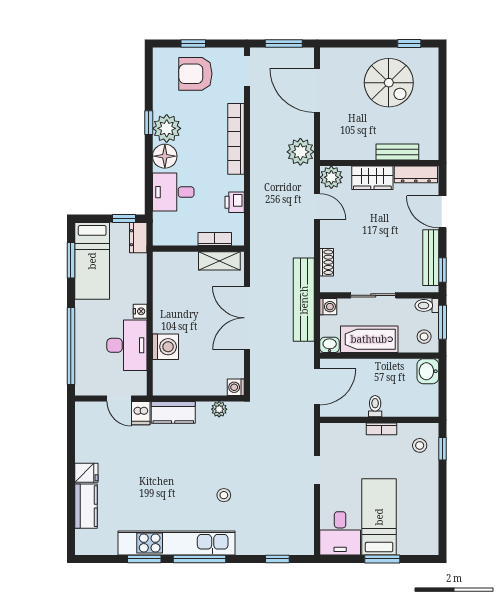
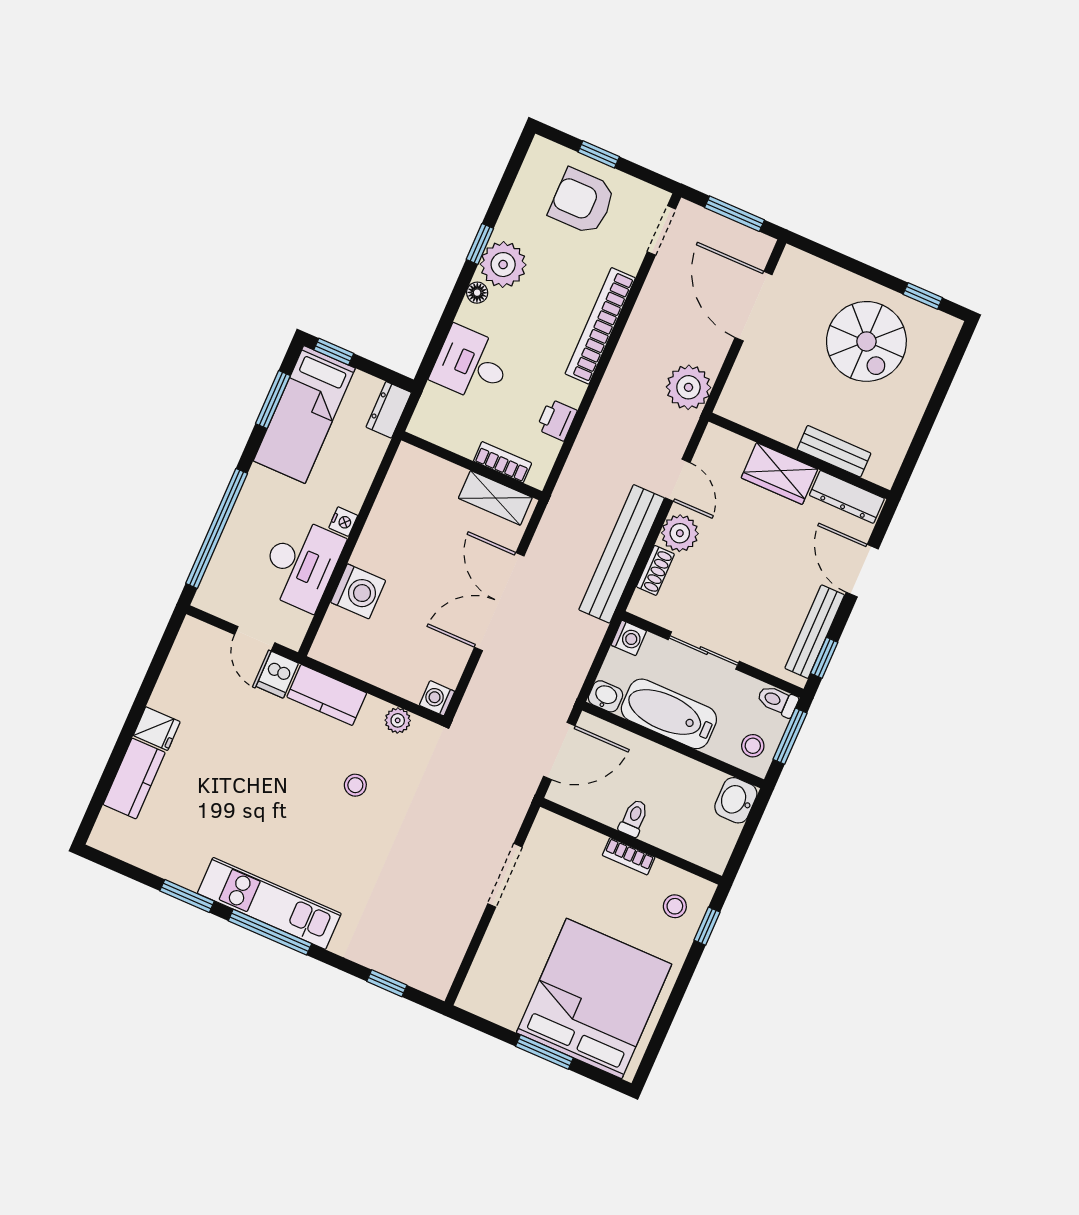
floor lamp: (165, 156) -> (477, 293), width x0.53, depth x0.53
plant: (331, 177) -> (680, 533), moved
window: (124, 219) -> (334, 352), moved
bench: (304, 300) -> (622, 554), moved
doorway: (317, 470) -> (505, 875), width x1.38
stool: (224, 495) -> (355, 785), moved
bed: (379, 517) -> (594, 999), width x2.04
desk: (340, 533) -> (498, 986), removed
kitchen unit: (176, 543) -> (269, 903), width x0.73

